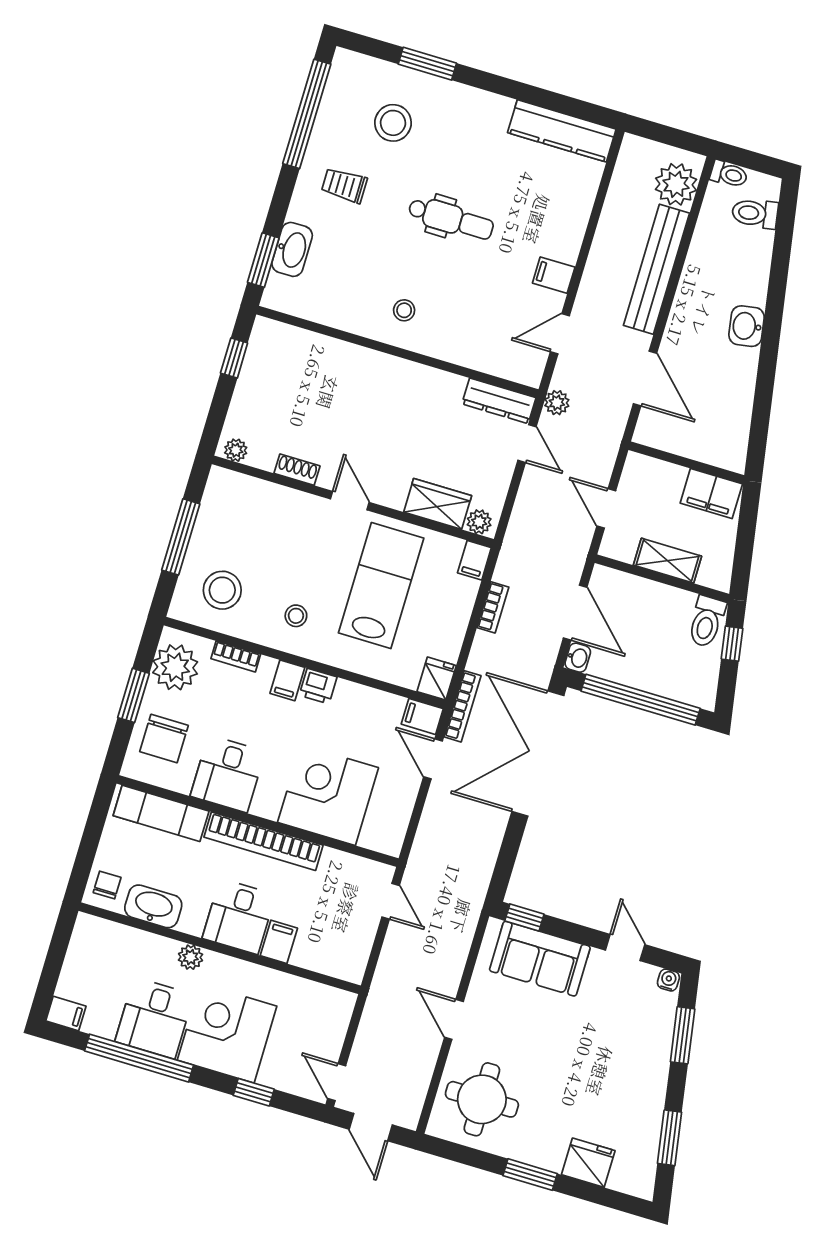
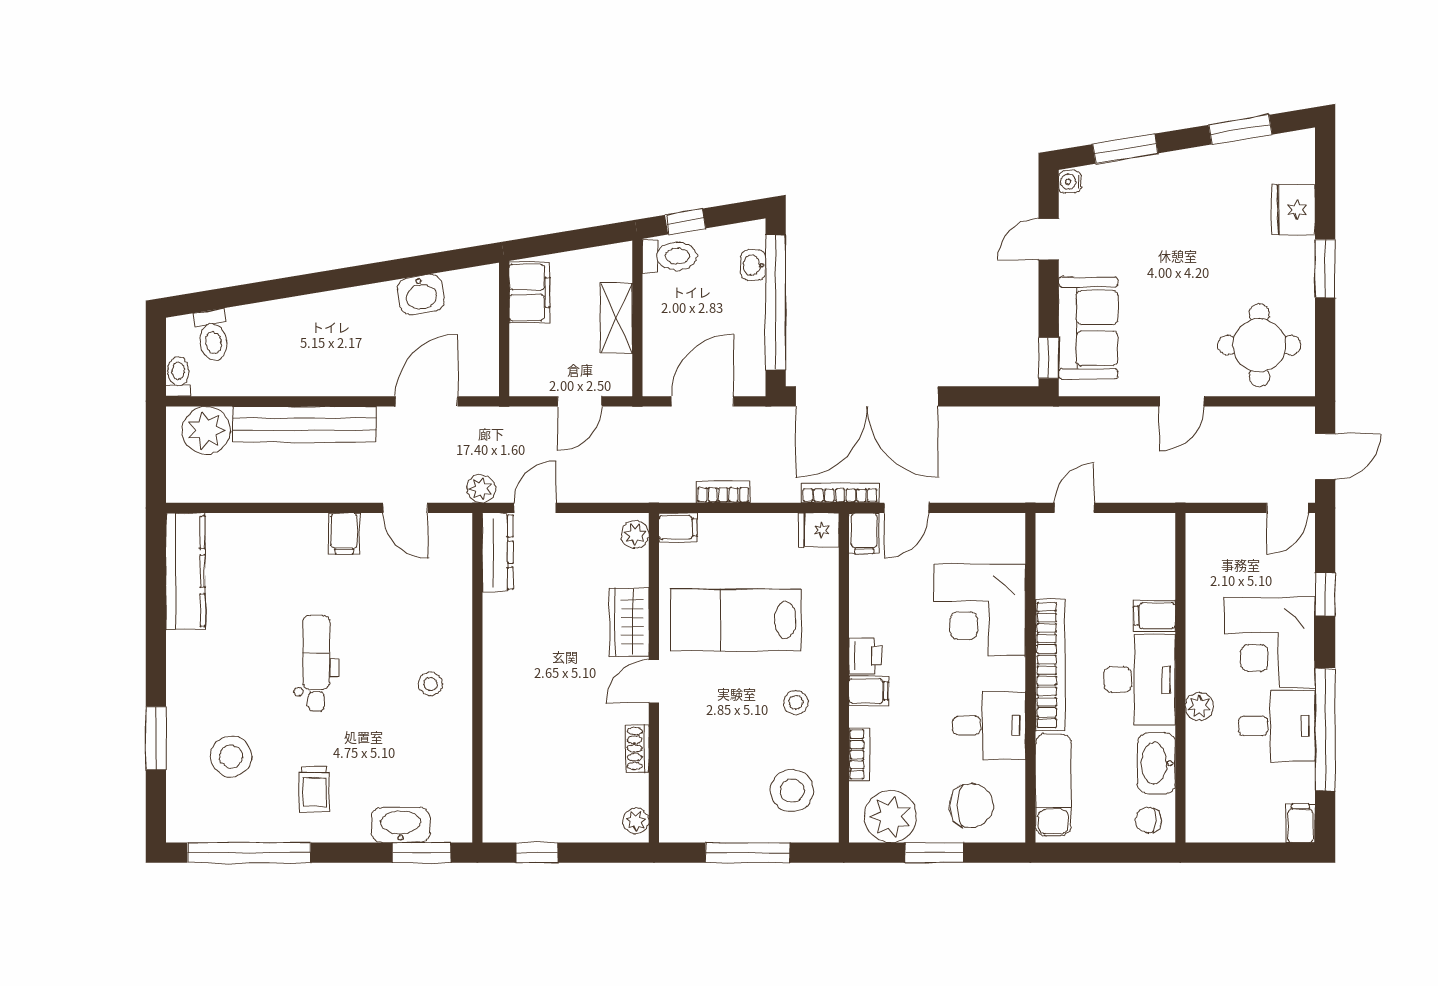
washbasin: (747, 326) -> (421, 294), moved
wardrobe: (438, 504) -> (629, 622), moved
washbasin: (578, 658) -> (753, 265), moved, turned -90
desk: (239, 916) -> (1140, 679), width x1.37

